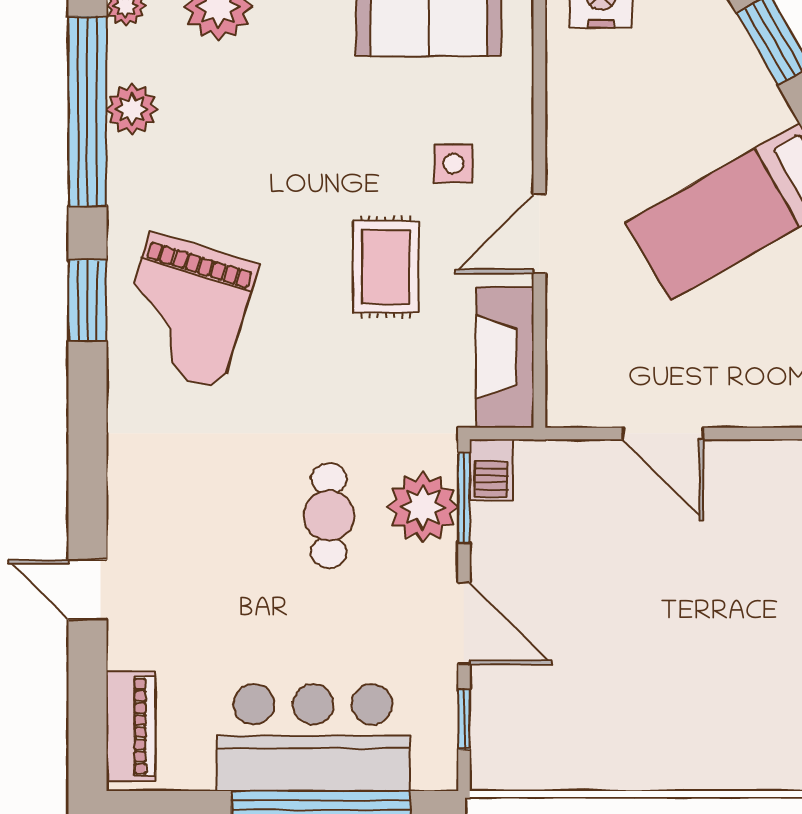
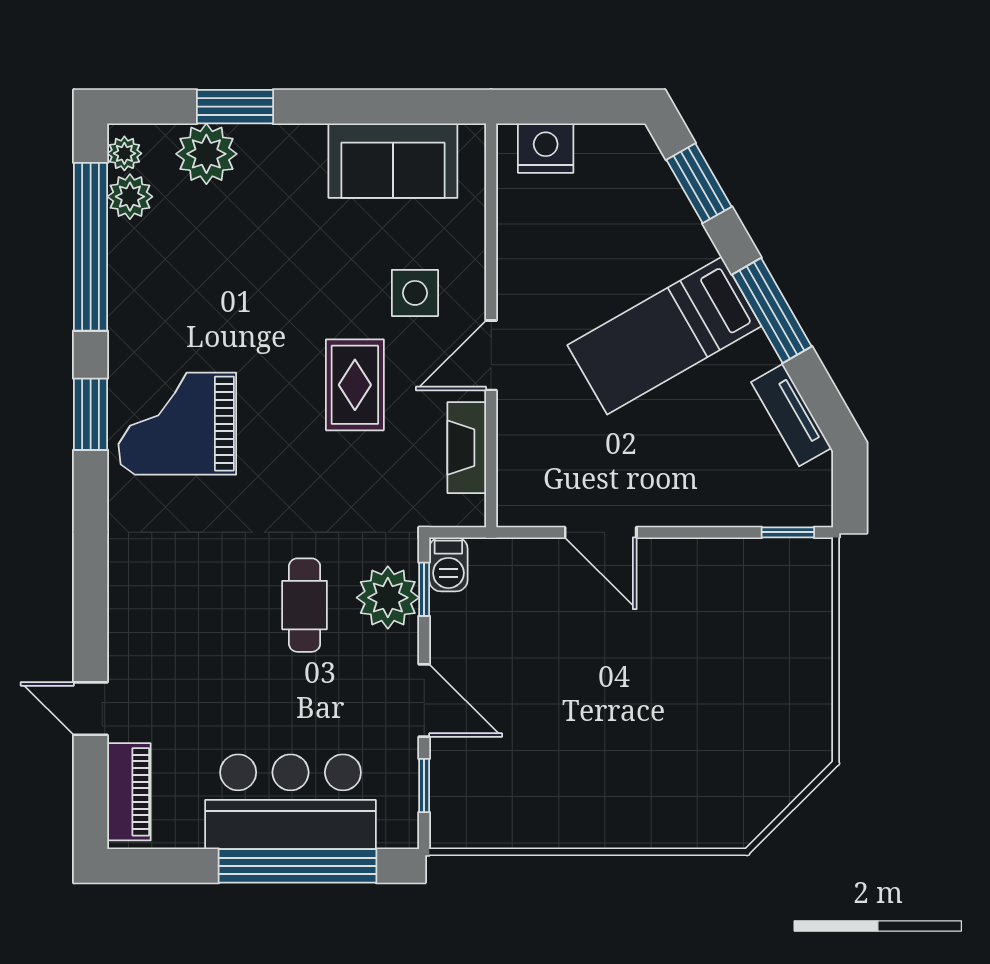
plant: (132, 109) -> (130, 197), moved
side table: (454, 163) -> (415, 293), width x1.37, depth x1.37
grand piano: (185, 311) -> (177, 424), turned 73
fireplace: (505, 357) -> (467, 448), width x0.73, depth x0.76
window: (464, 498) -> (424, 589), width x0.67
door: (87, 590) -> (91, 709), moved

